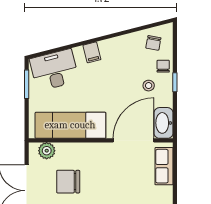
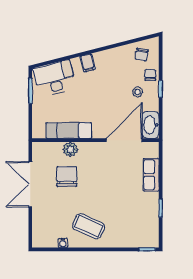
exam couch: (70, 125) -> (69, 131), width x0.73, depth x0.69
plant: (47, 151) -> (70, 149), moved
row of seats: (164, 166) -> (151, 175), moved
chair: (68, 182) -> (67, 176), turned 90

